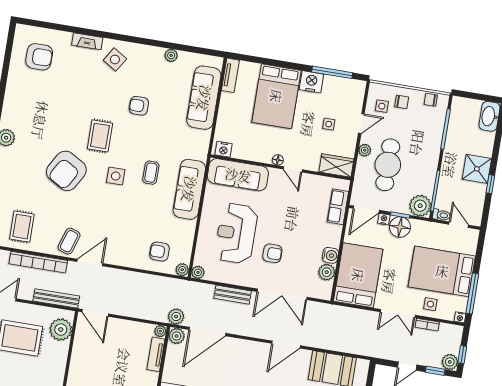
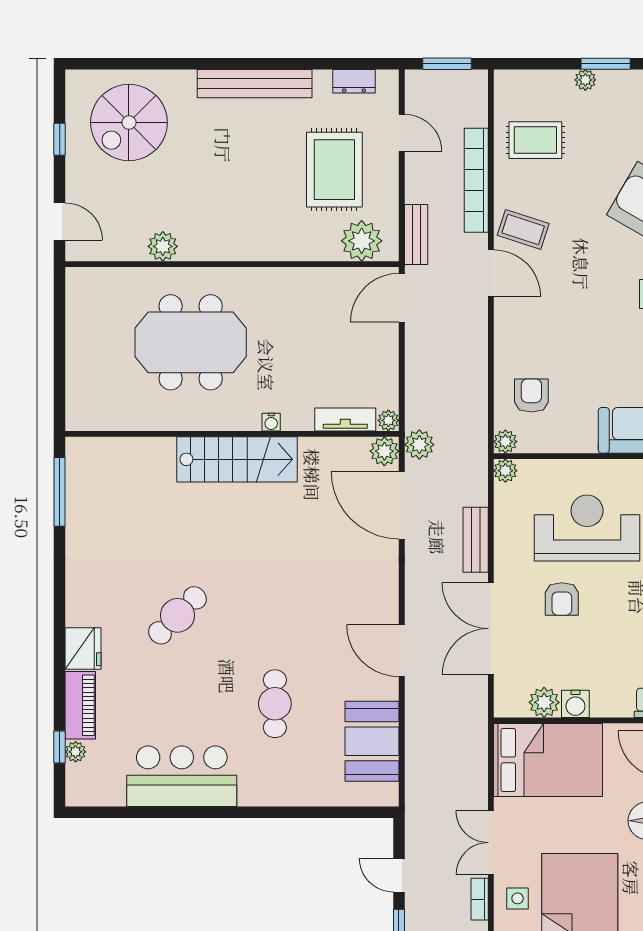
bench: (56, 299) -> (416, 234), width x0.73

